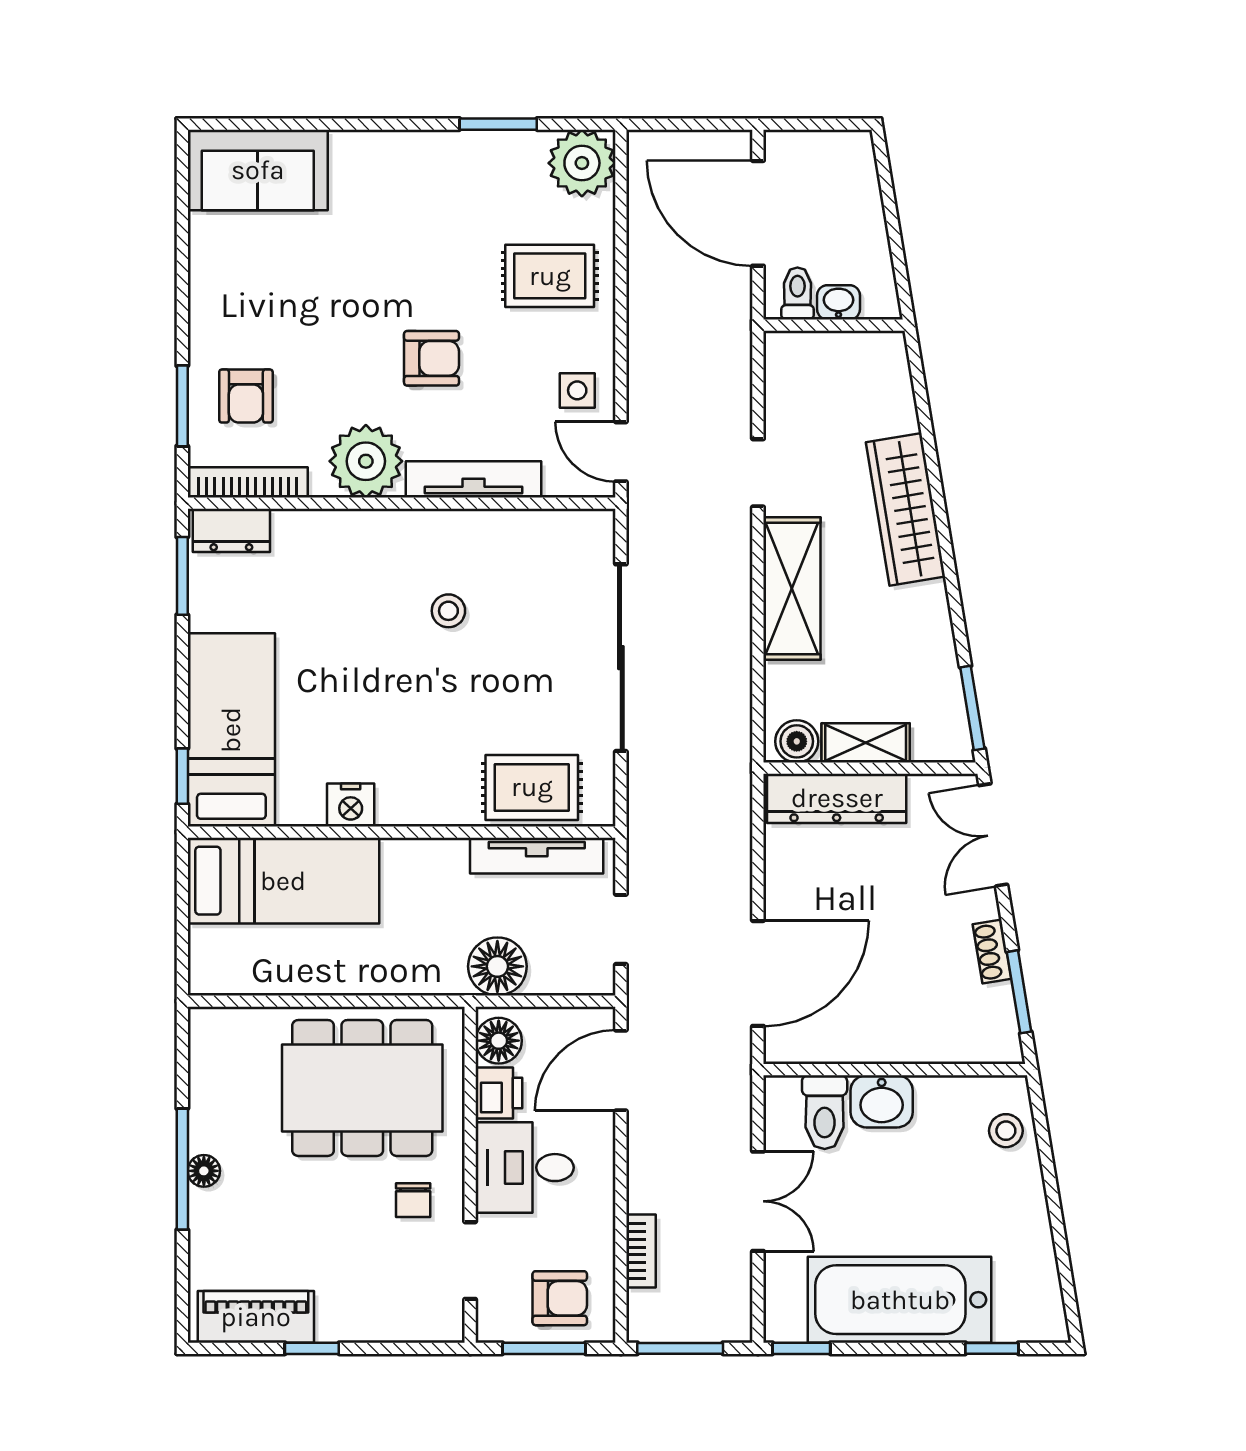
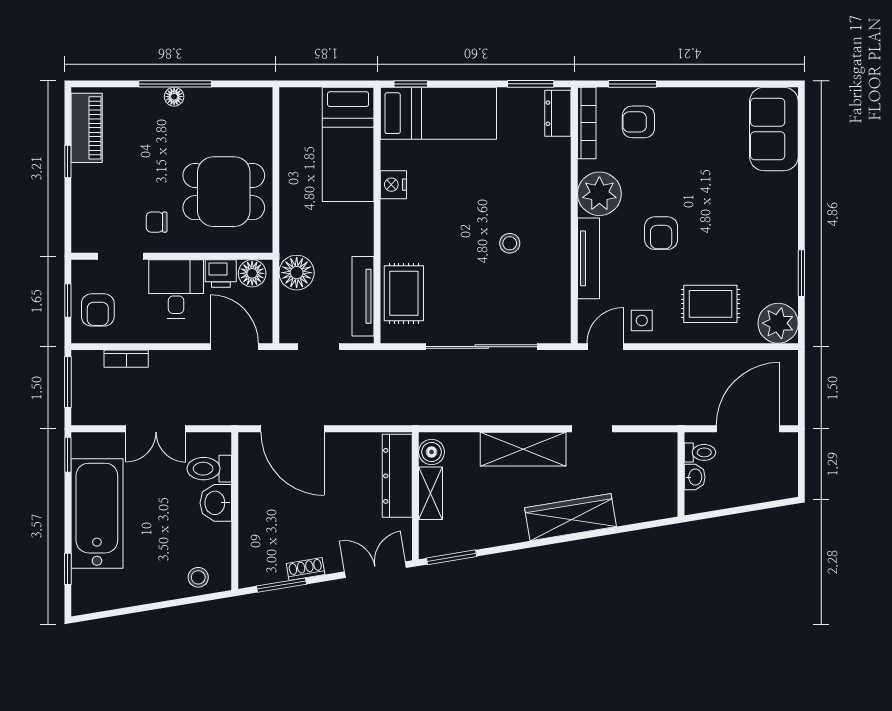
rug: (550, 276) -> (710, 304), turned 90
dining table: (362, 1088) -> (224, 192), width x0.73
window: (544, 1348) -> (68, 301), width x0.67

